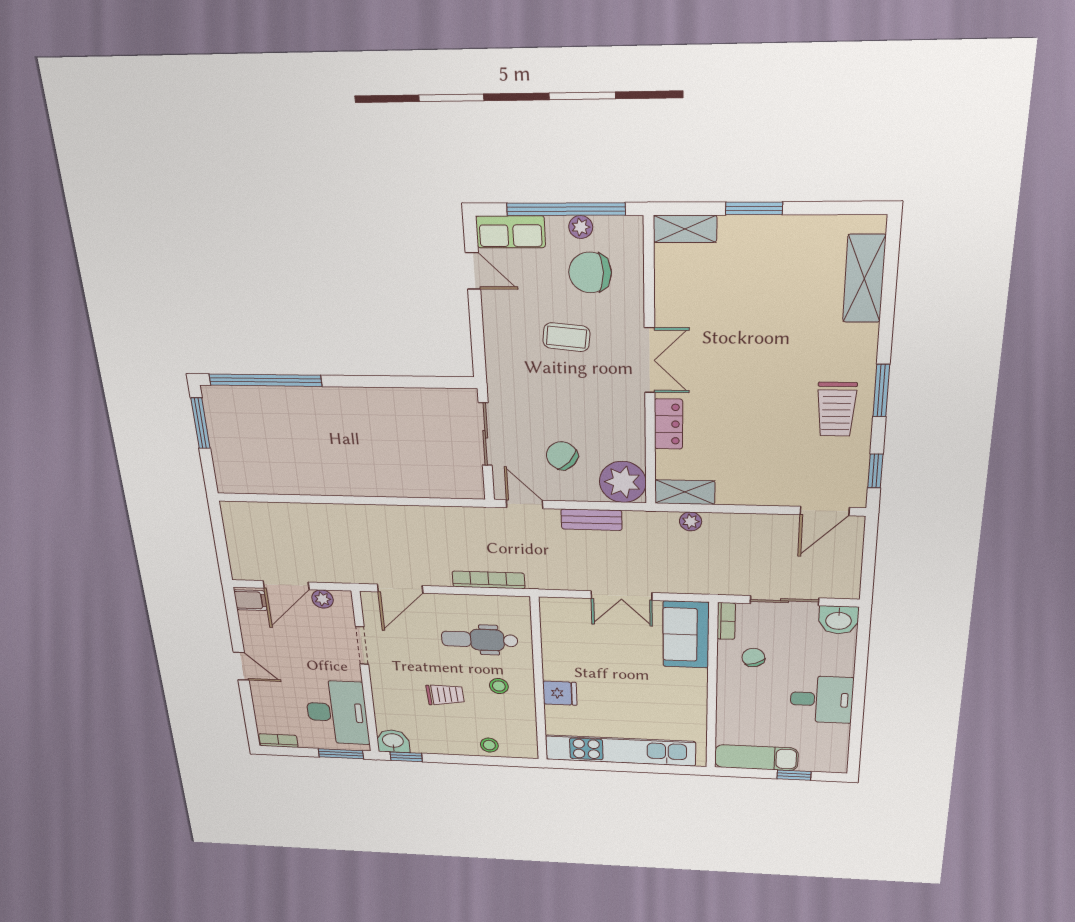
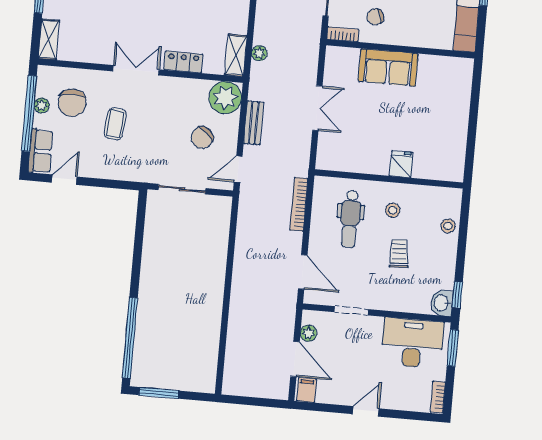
sofa: (686, 635) -> (388, 67), moved
kitchen unit: (620, 750) -> (457, 124), removed

